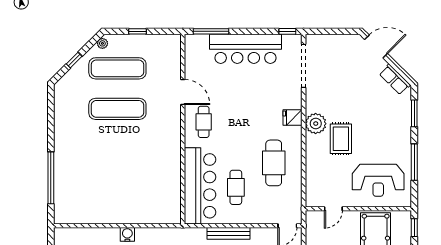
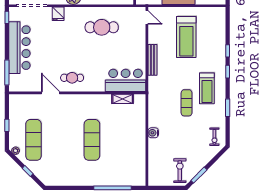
door: (183, 92) -> (51, 93), hinge flipped
exercise mat: (117, 109) -> (92, 140), moved
fridge: (292, 118) -> (58, 14), moved
bar counter: (200, 186) -> (126, 80), width x0.73
cafe table: (236, 187) -> (119, 55), removed
shelving: (174, 192) -> (123, 99), added

